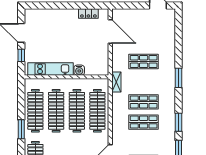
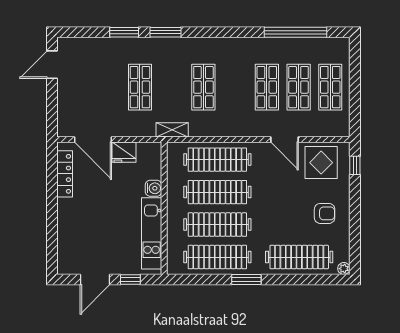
locker: (88, 14) -> (65, 174), width x1.53
door: (110, 32) -> (93, 140), swing flipped
fridge: (102, 51) -> (124, 152), added
shop shelf: (144, 122) -> (267, 87), moved
window: (178, 122) -> (124, 32), moved

